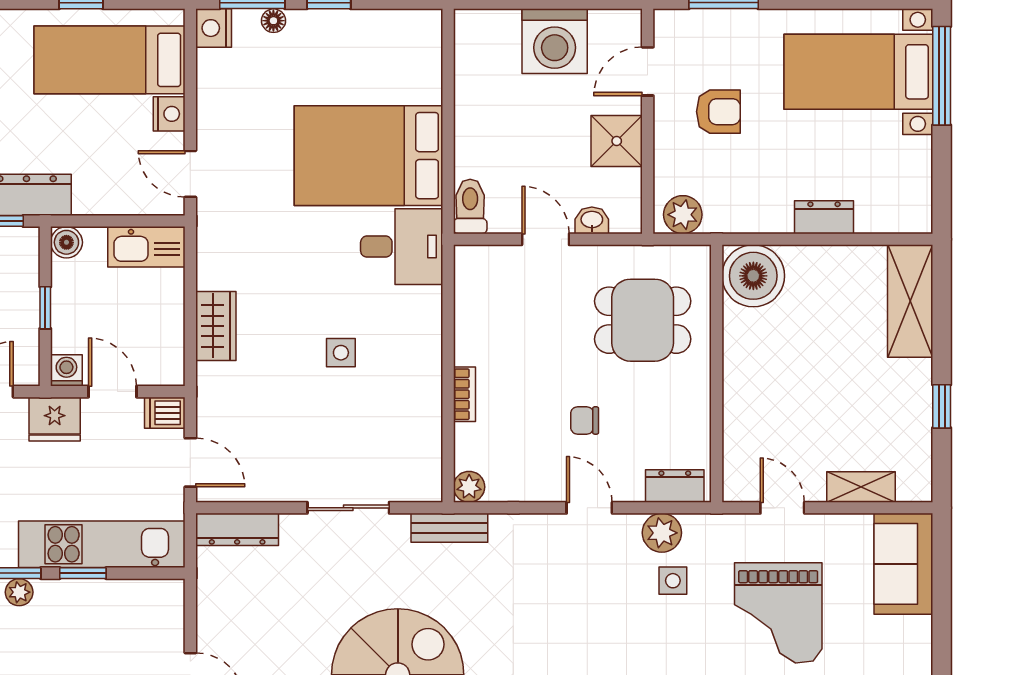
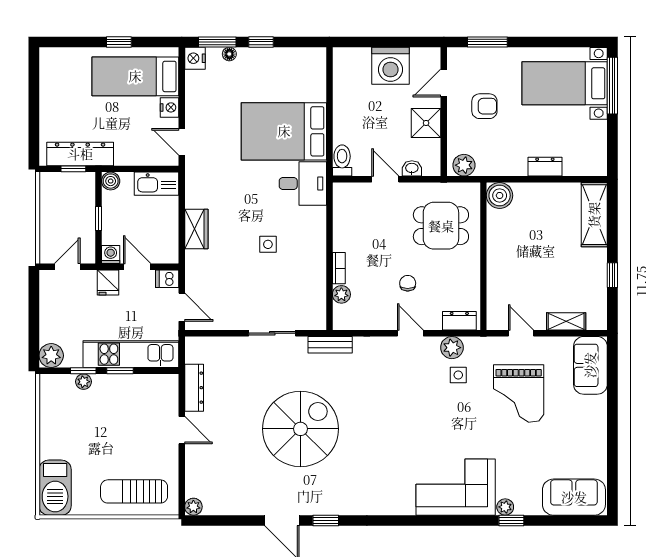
boiler: (753, 276) -> (500, 195), width x0.73, depth x0.73
fridge: (55, 419) -> (108, 282), width x0.72
chair: (585, 420) -> (408, 283), turned 90
plant: (469, 487) -> (341, 294), moved
dresser: (237, 529) -> (194, 388), moved, turned -90

